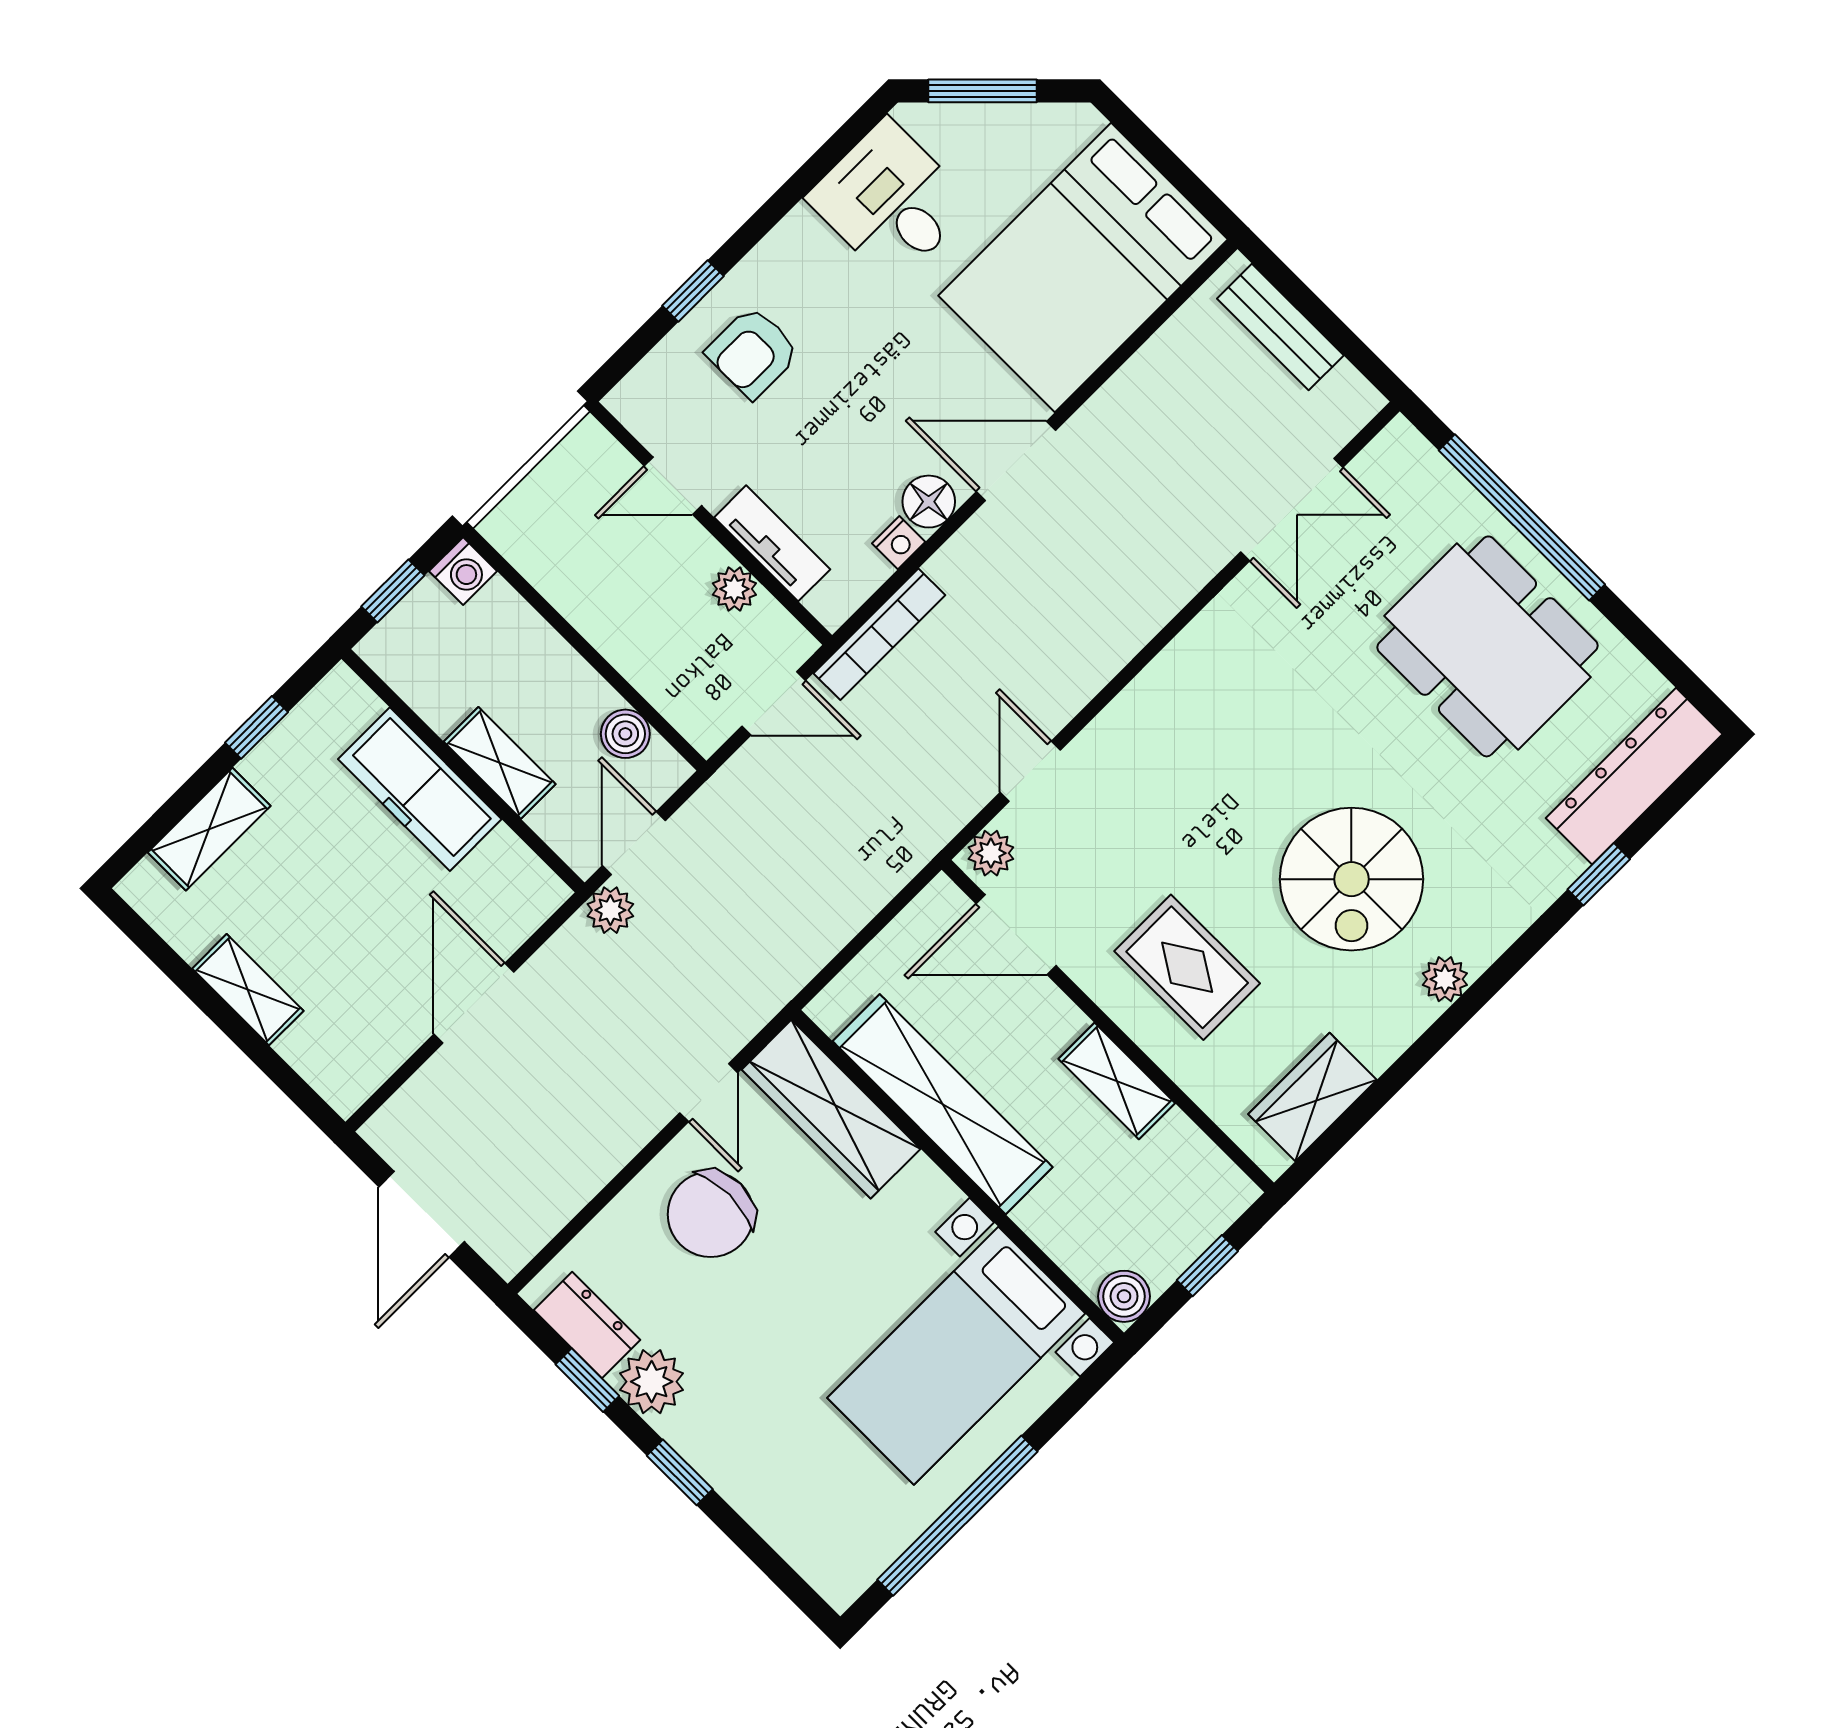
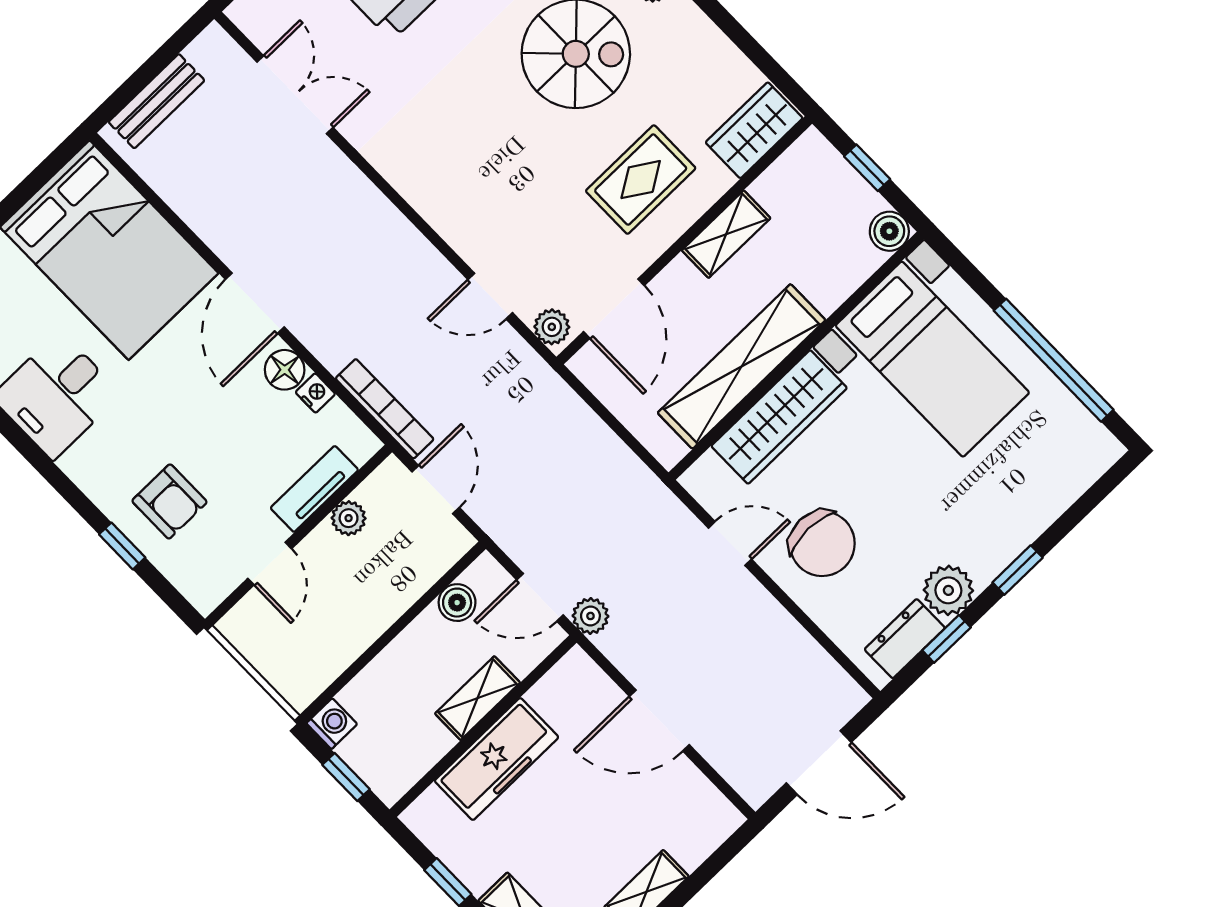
wardrobe: (1312, 1097) -> (754, 130), moved, turned 90
wardrobe: (831, 1109) -> (779, 417), moved

